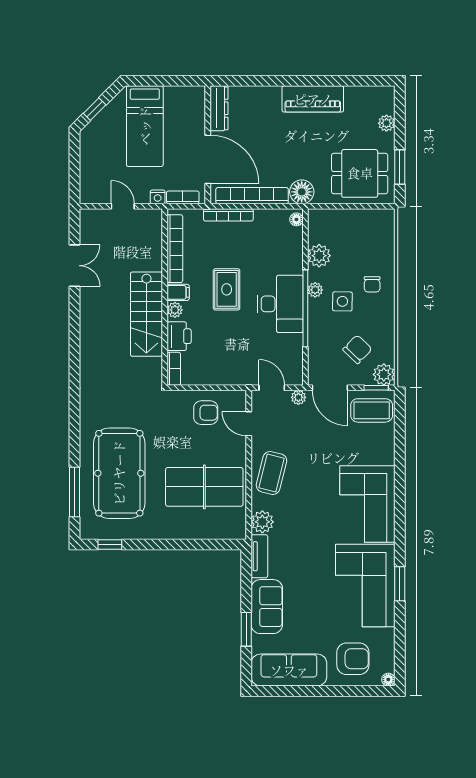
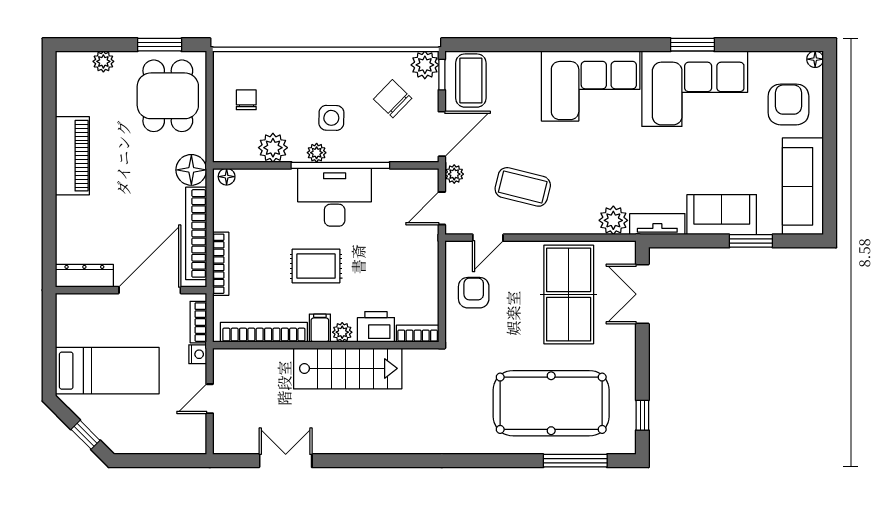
chair: (372, 284) -> (246, 100), moved, turned -90
coffee table: (271, 473) -> (523, 187), moved
double door: (205, 545) -> (642, 294), added

